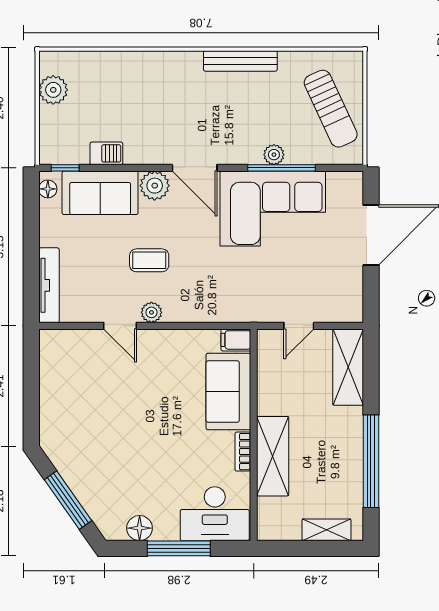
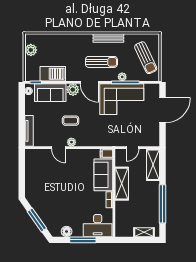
sun lounger: (224, 119) -> (101, 62), added
barbecue: (106, 153) -> (53, 74), width x1.88, depth x1.53
shelving: (273, 456) -> (122, 184), moved

